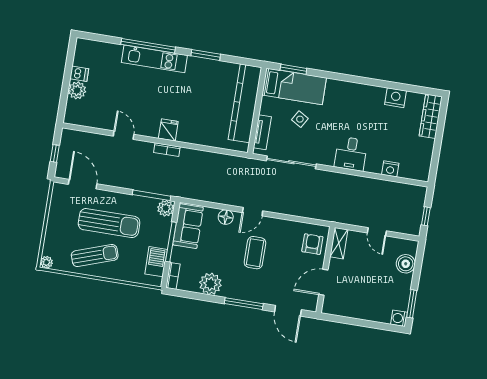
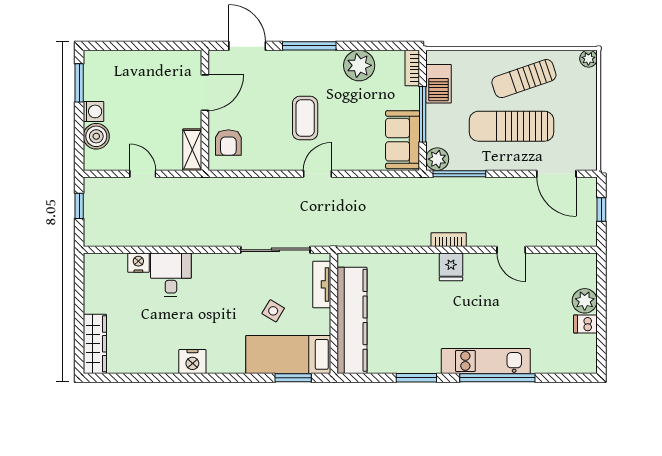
nightstand: (396, 98) -> (192, 361), moved
desk: (351, 154) -> (171, 275), moved
floor lamp: (226, 217) -> (353, 160), removed
washing machine: (399, 318) -> (93, 111), moved

